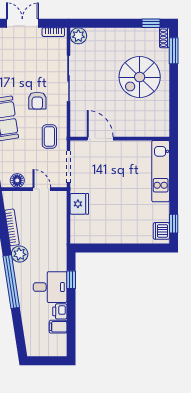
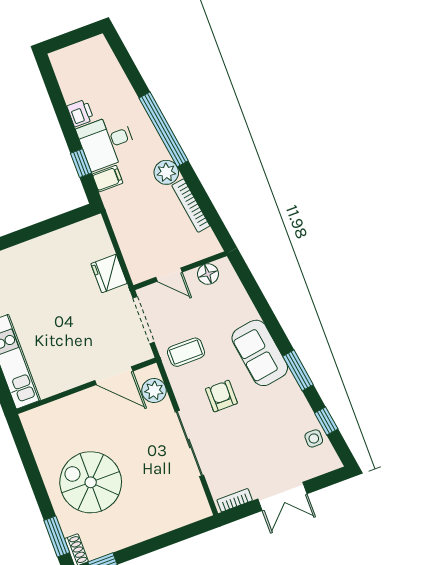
plant: (78, 36) -> (154, 391), moved
spiral stairs: (140, 77) -> (91, 482), turned -90
coffee table: (49, 136) -> (186, 352), turned 90
filing cabinet: (58, 327) -> (107, 179), moved

